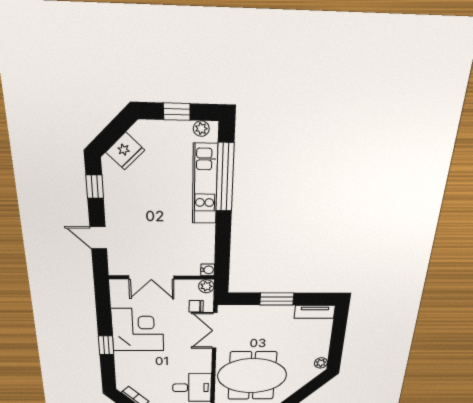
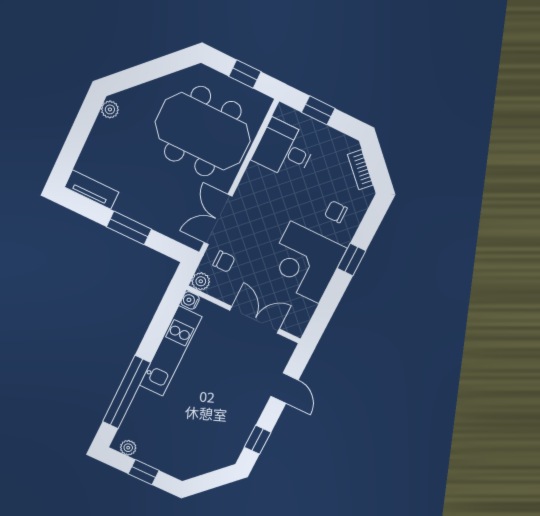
fridge: (125, 151) -> (210, 459), removed
kitchen unit: (205, 184) -> (171, 351), moved
double door: (215, 331) -> (218, 219), swing flipped
chair: (136, 368) -> (336, 212), added

